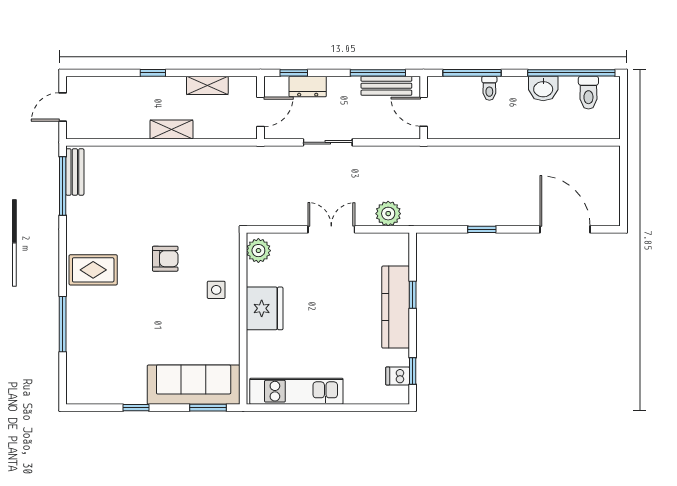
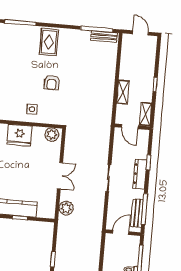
dresser: (308, 86) -> (140, 174), width x1.44
wall: (260, 108) -> (132, 127), moved
door: (260, 112) -> (130, 127), moved

